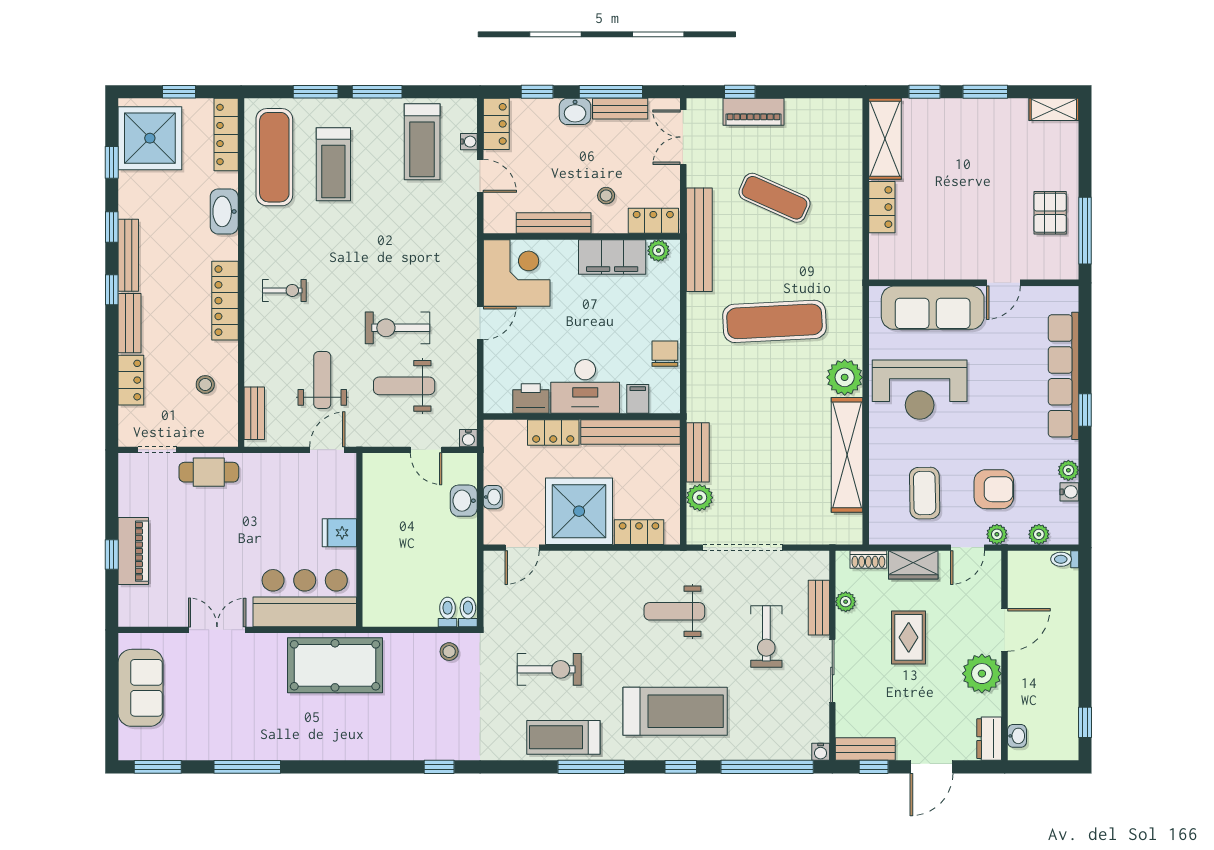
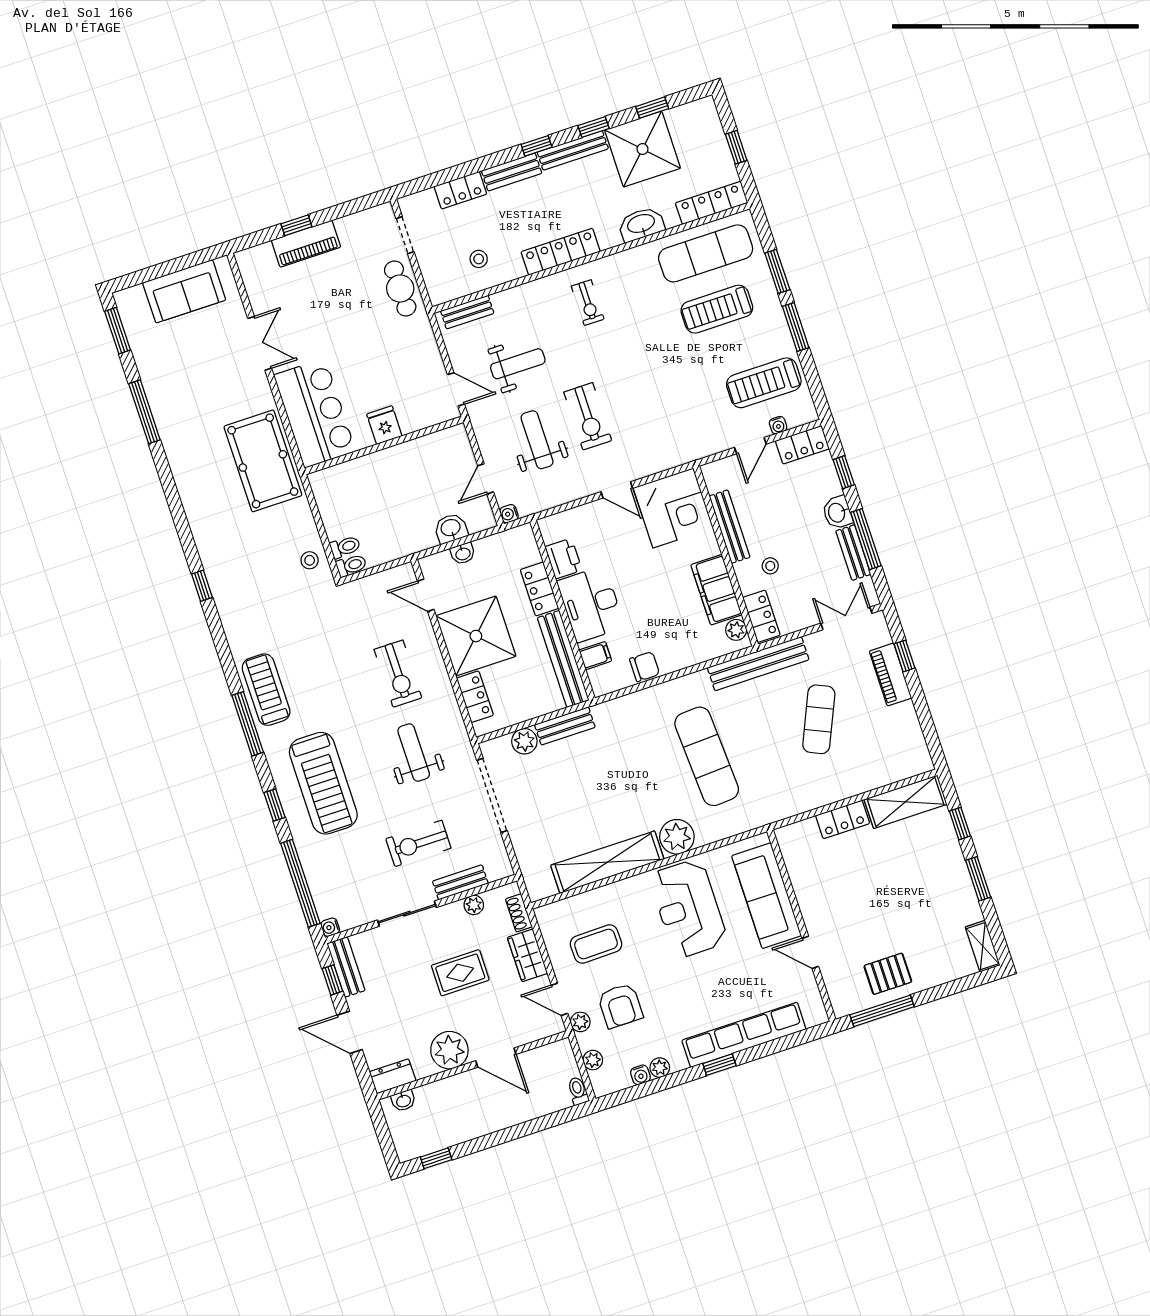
shower: (150, 138) -> (643, 149), moved
exercise bike: (397, 328) -> (588, 416), turned 180
exercise bike: (549, 669) -> (398, 674), moved

